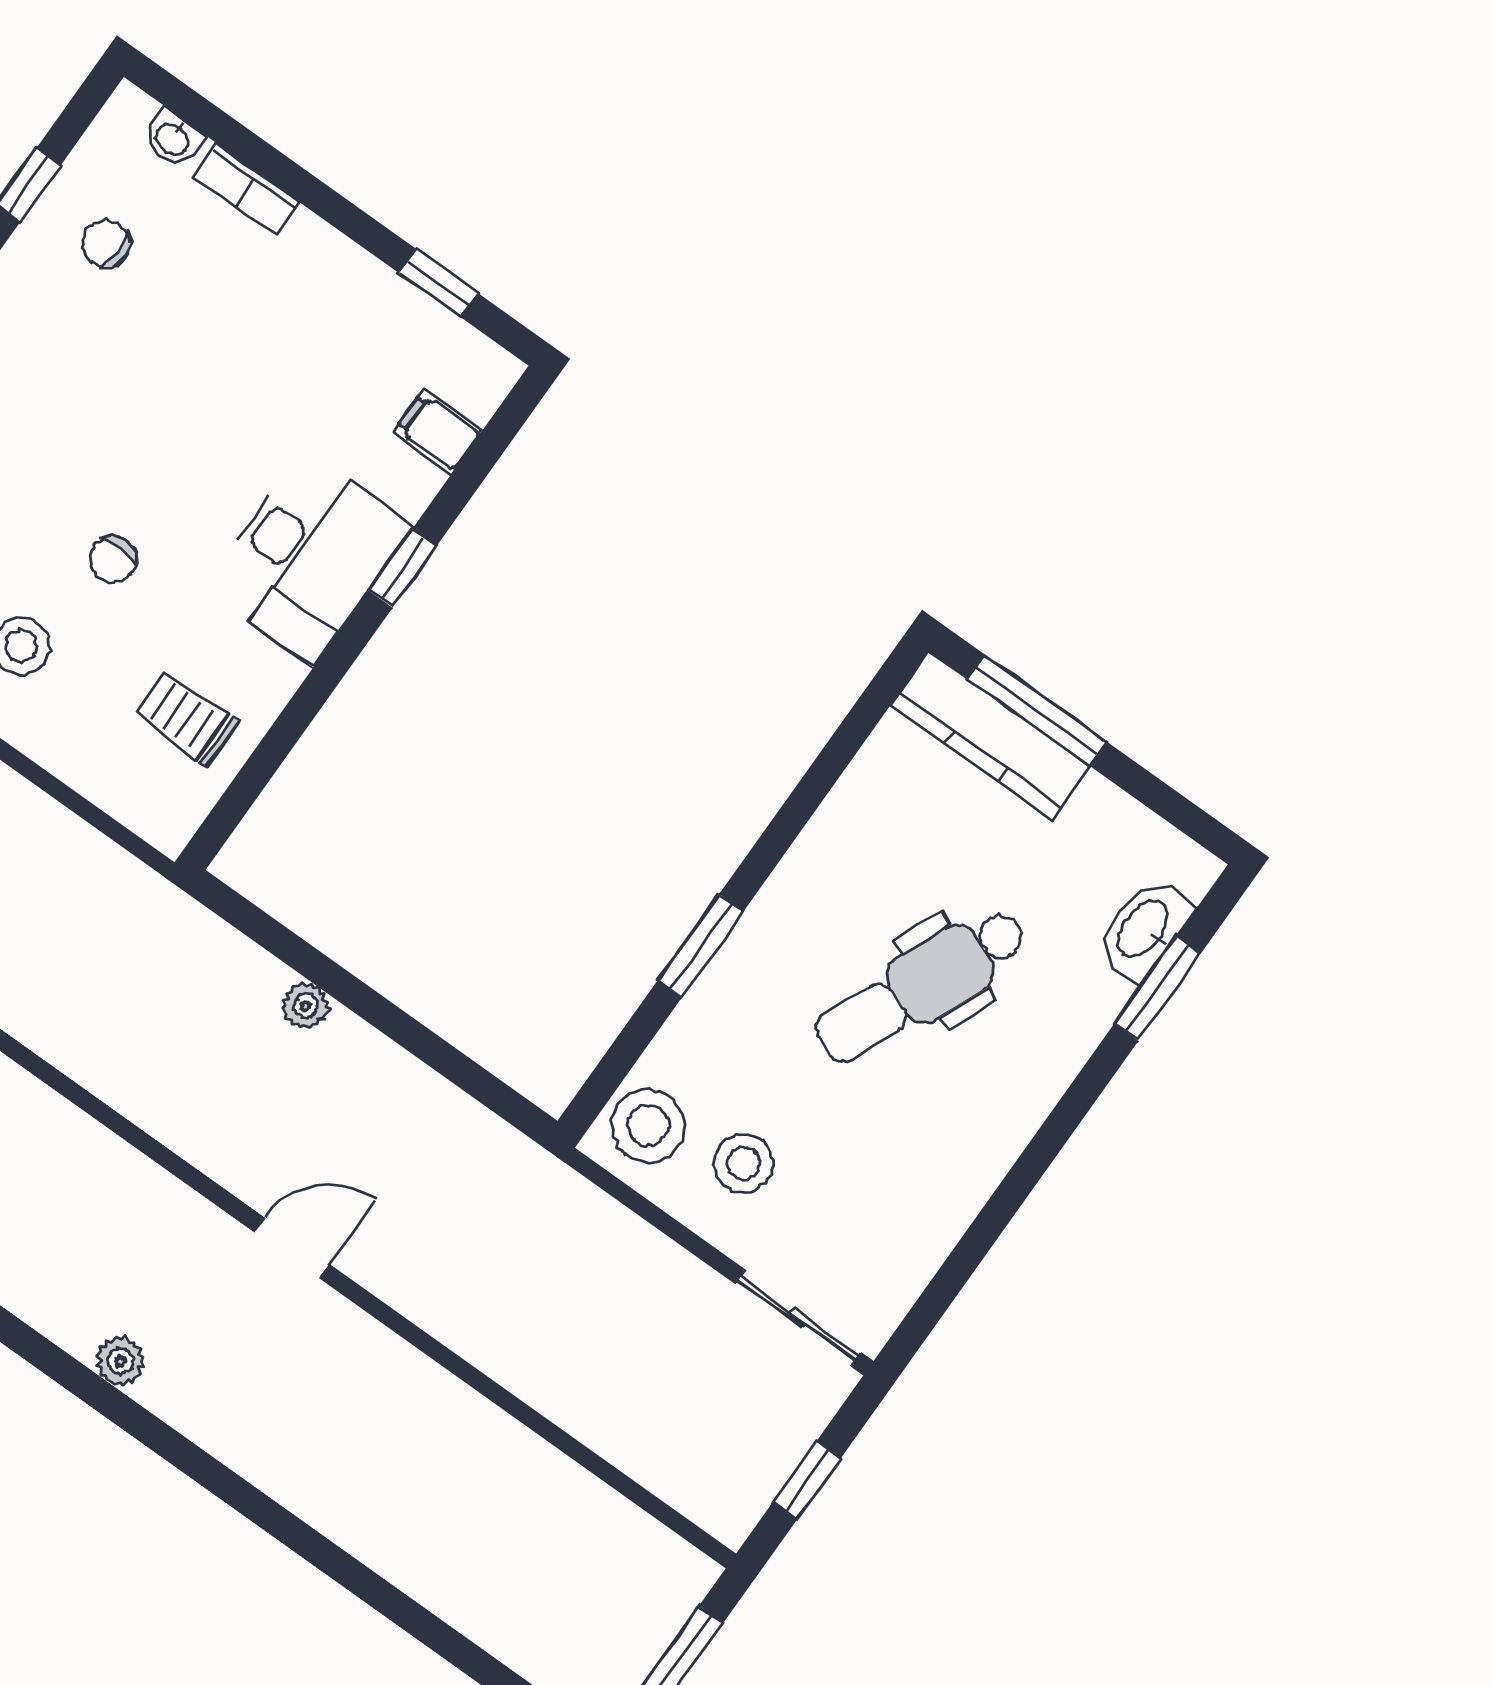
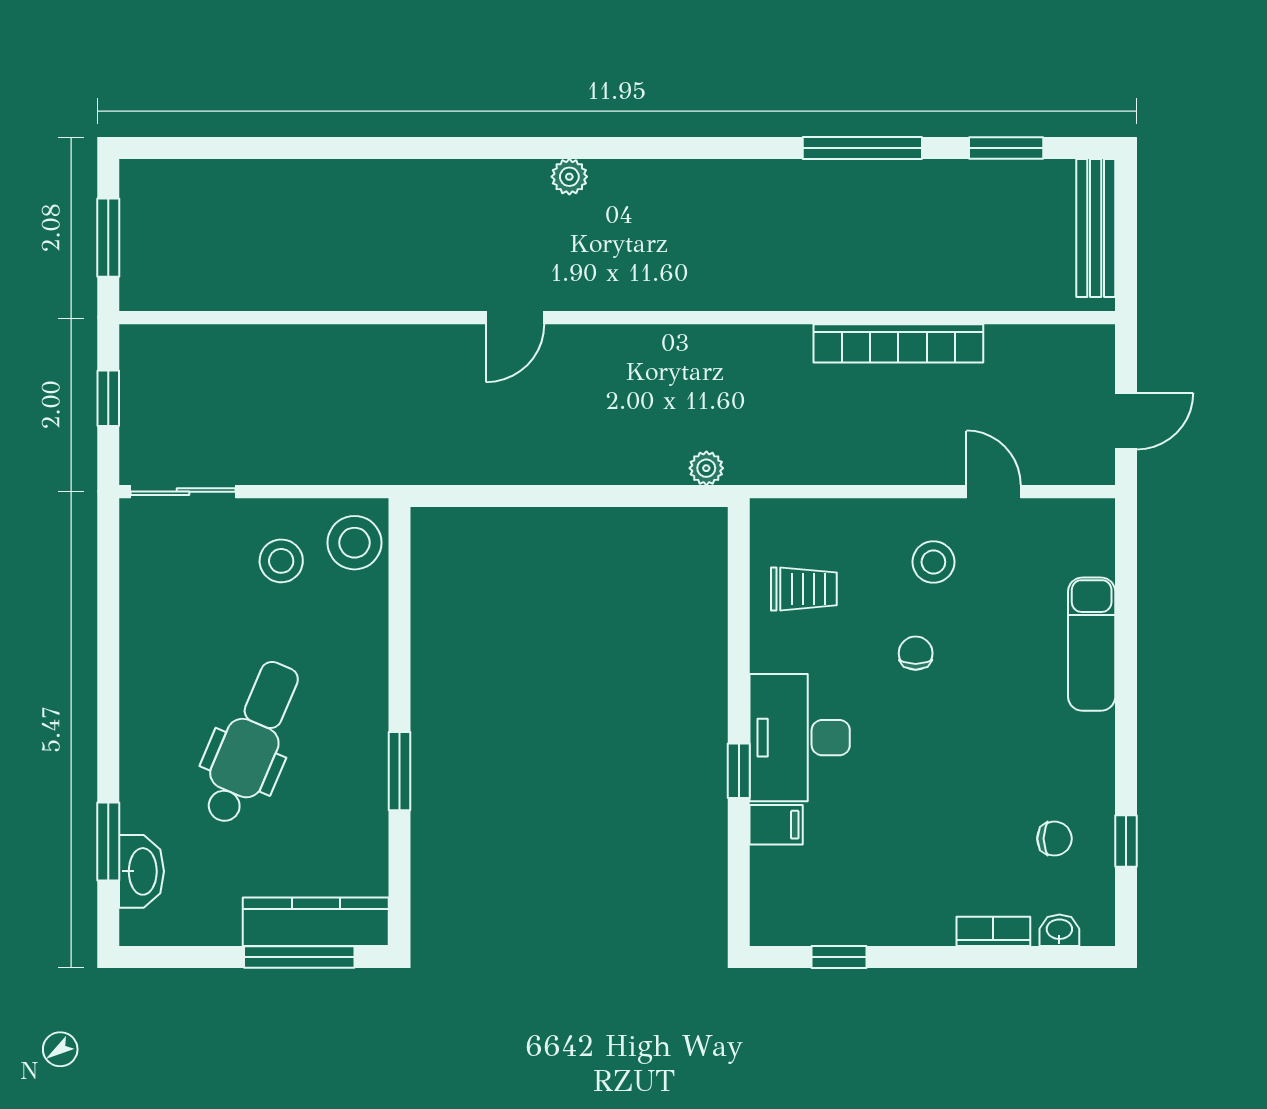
filing cabinet: (438, 431) -> (776, 825), moved
window: (701, 946) -> (400, 771), moved
plant: (305, 1006) -> (706, 468), moved

